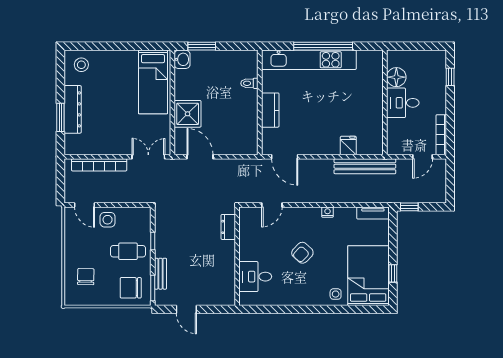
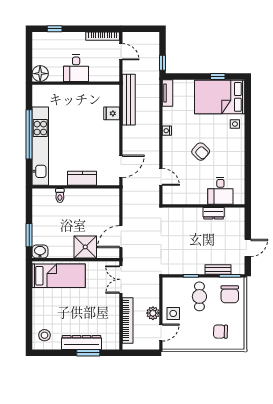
floor lamp: (396, 77) -> (40, 74), moved
plant: (108, 195) -> (153, 313), added
dresser: (228, 227) -> (214, 213), moved

